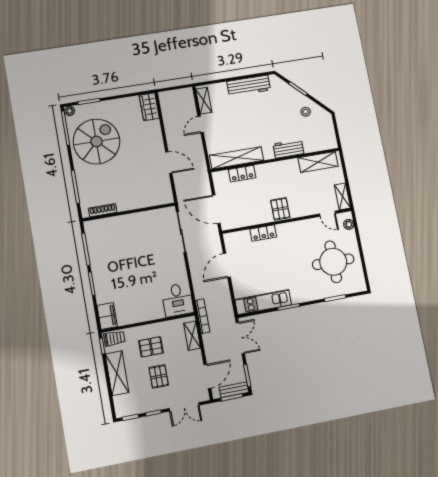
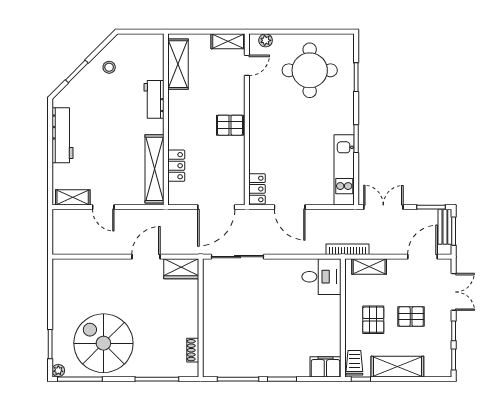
wardrobe: (149, 107) -> (181, 269), moved
shoe rack: (103, 210) -> (193, 350), width x0.70
locker: (263, 233) -> (257, 189), moved
door: (207, 376) -> (423, 257), hinge flipped

